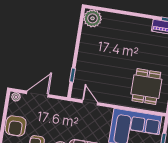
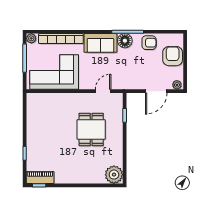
dining table: (146, 87) -> (91, 129), moved
door: (90, 103) -> (103, 91), swing flipped

